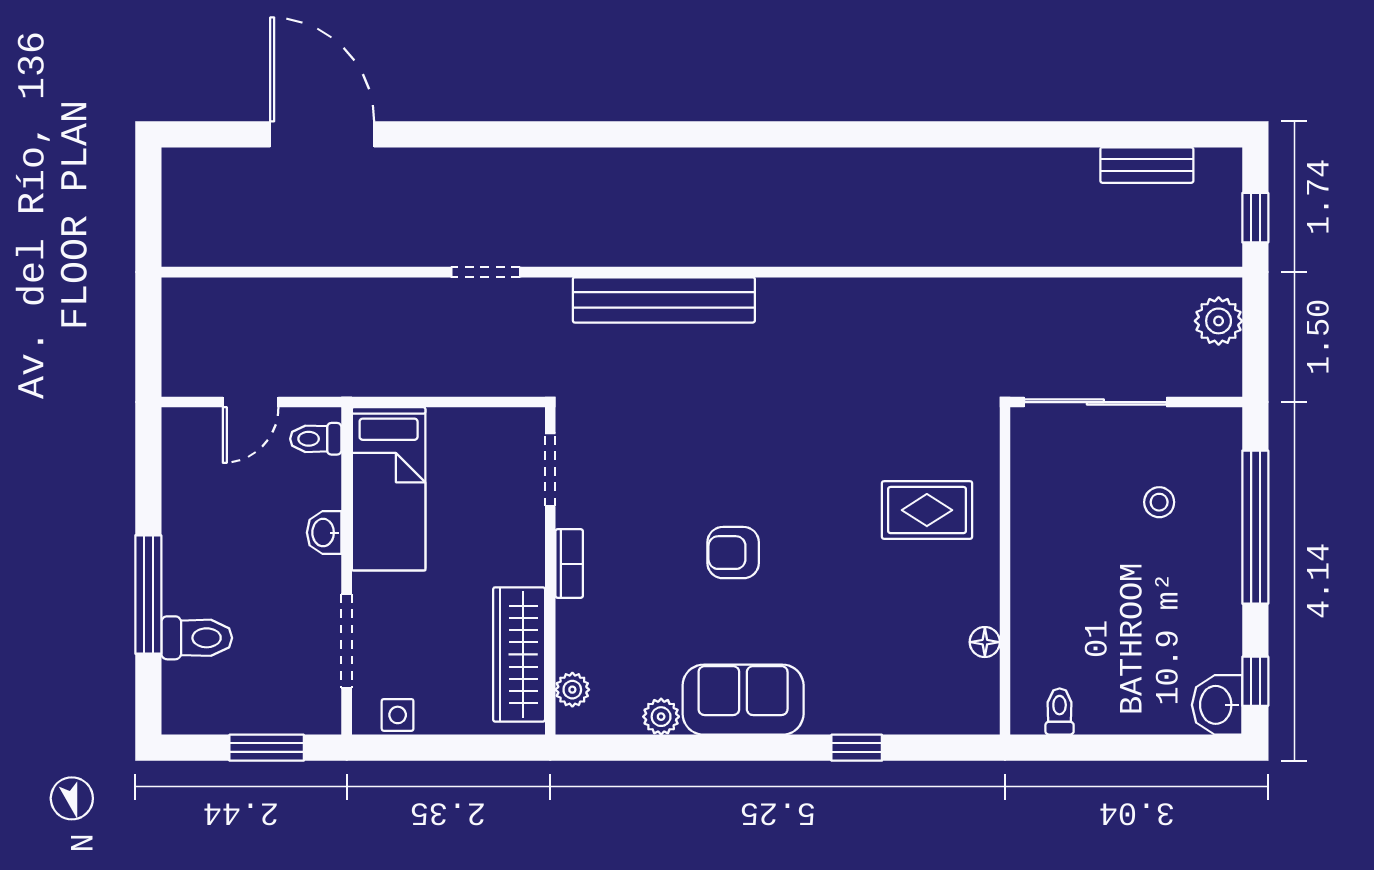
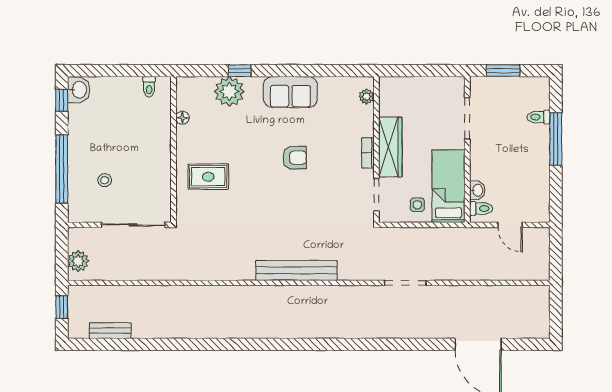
doorway: (486, 272) -> (405, 283), width x1.38
bench: (664, 300) -> (296, 270), moved
door: (251, 402) -> (510, 225), swing flipped
washbasin: (324, 533) -> (477, 190), moved
toilet: (197, 638) -> (539, 117), width x0.73, depth x0.72
wardrobe: (519, 654) -> (390, 147), moved
side table: (398, 715) -> (417, 205), moved
plant: (661, 717) -> (229, 92), moved, width x1.88, depth x1.88

